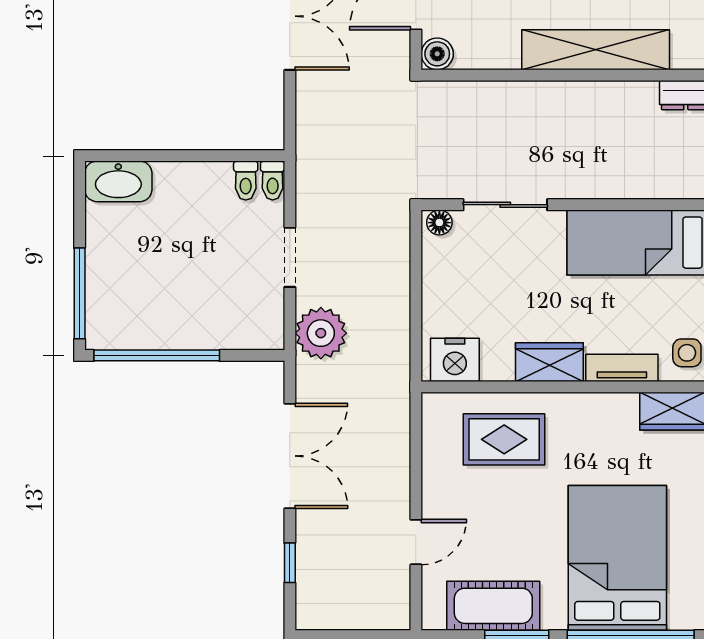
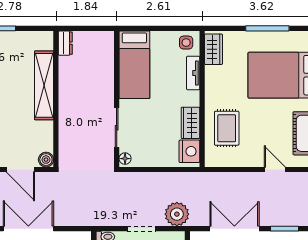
wardrobe: (549, 362) -> (190, 123), moved
window: (290, 563) -> (285, 229), width x1.50

